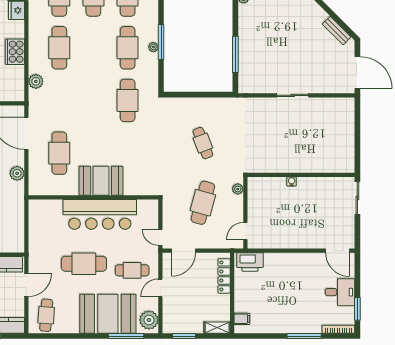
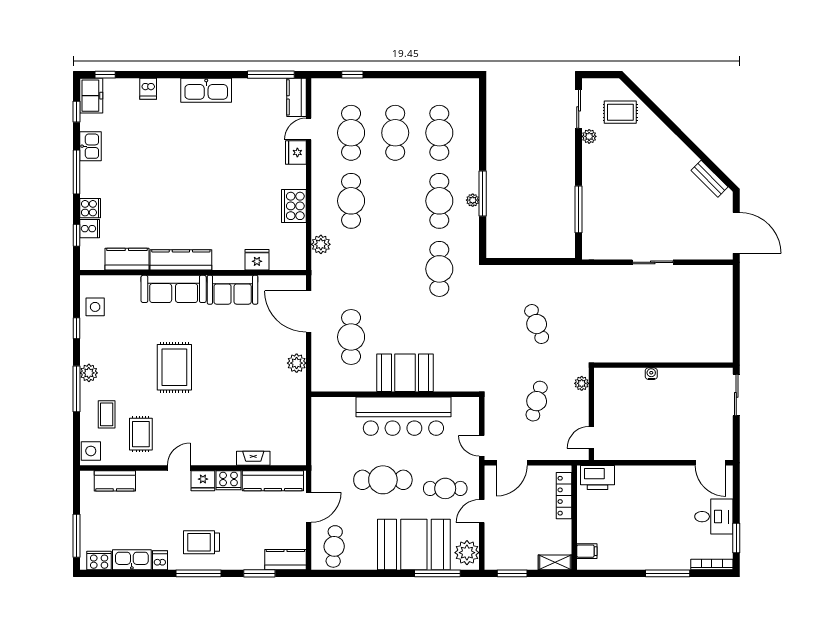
cafe table: (203, 203) -> (537, 401), width x0.73, depth x0.74

